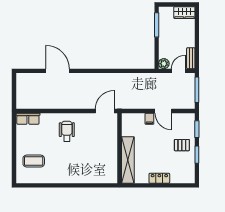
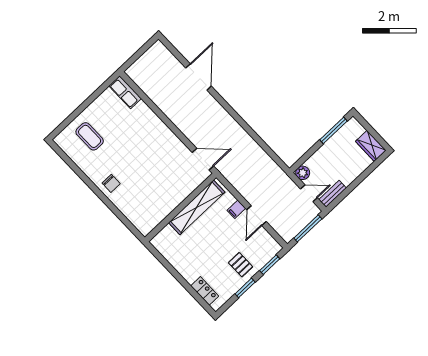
wheelchair: (67, 131) -> (149, 141), removed
shelving: (128, 160) -> (197, 207), moved
chair: (70, 174) -> (111, 183), added
locker: (159, 178) -> (205, 291), moved

